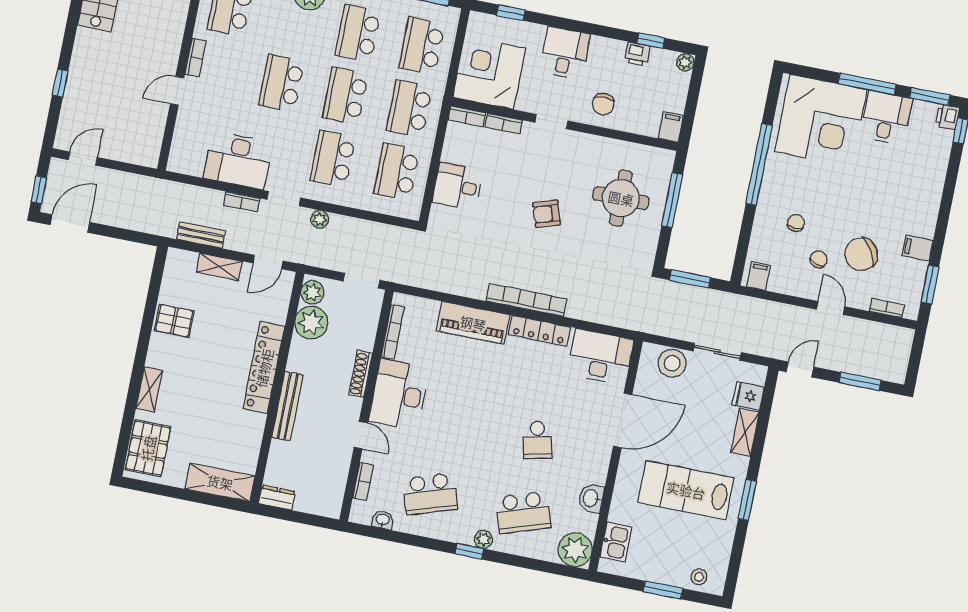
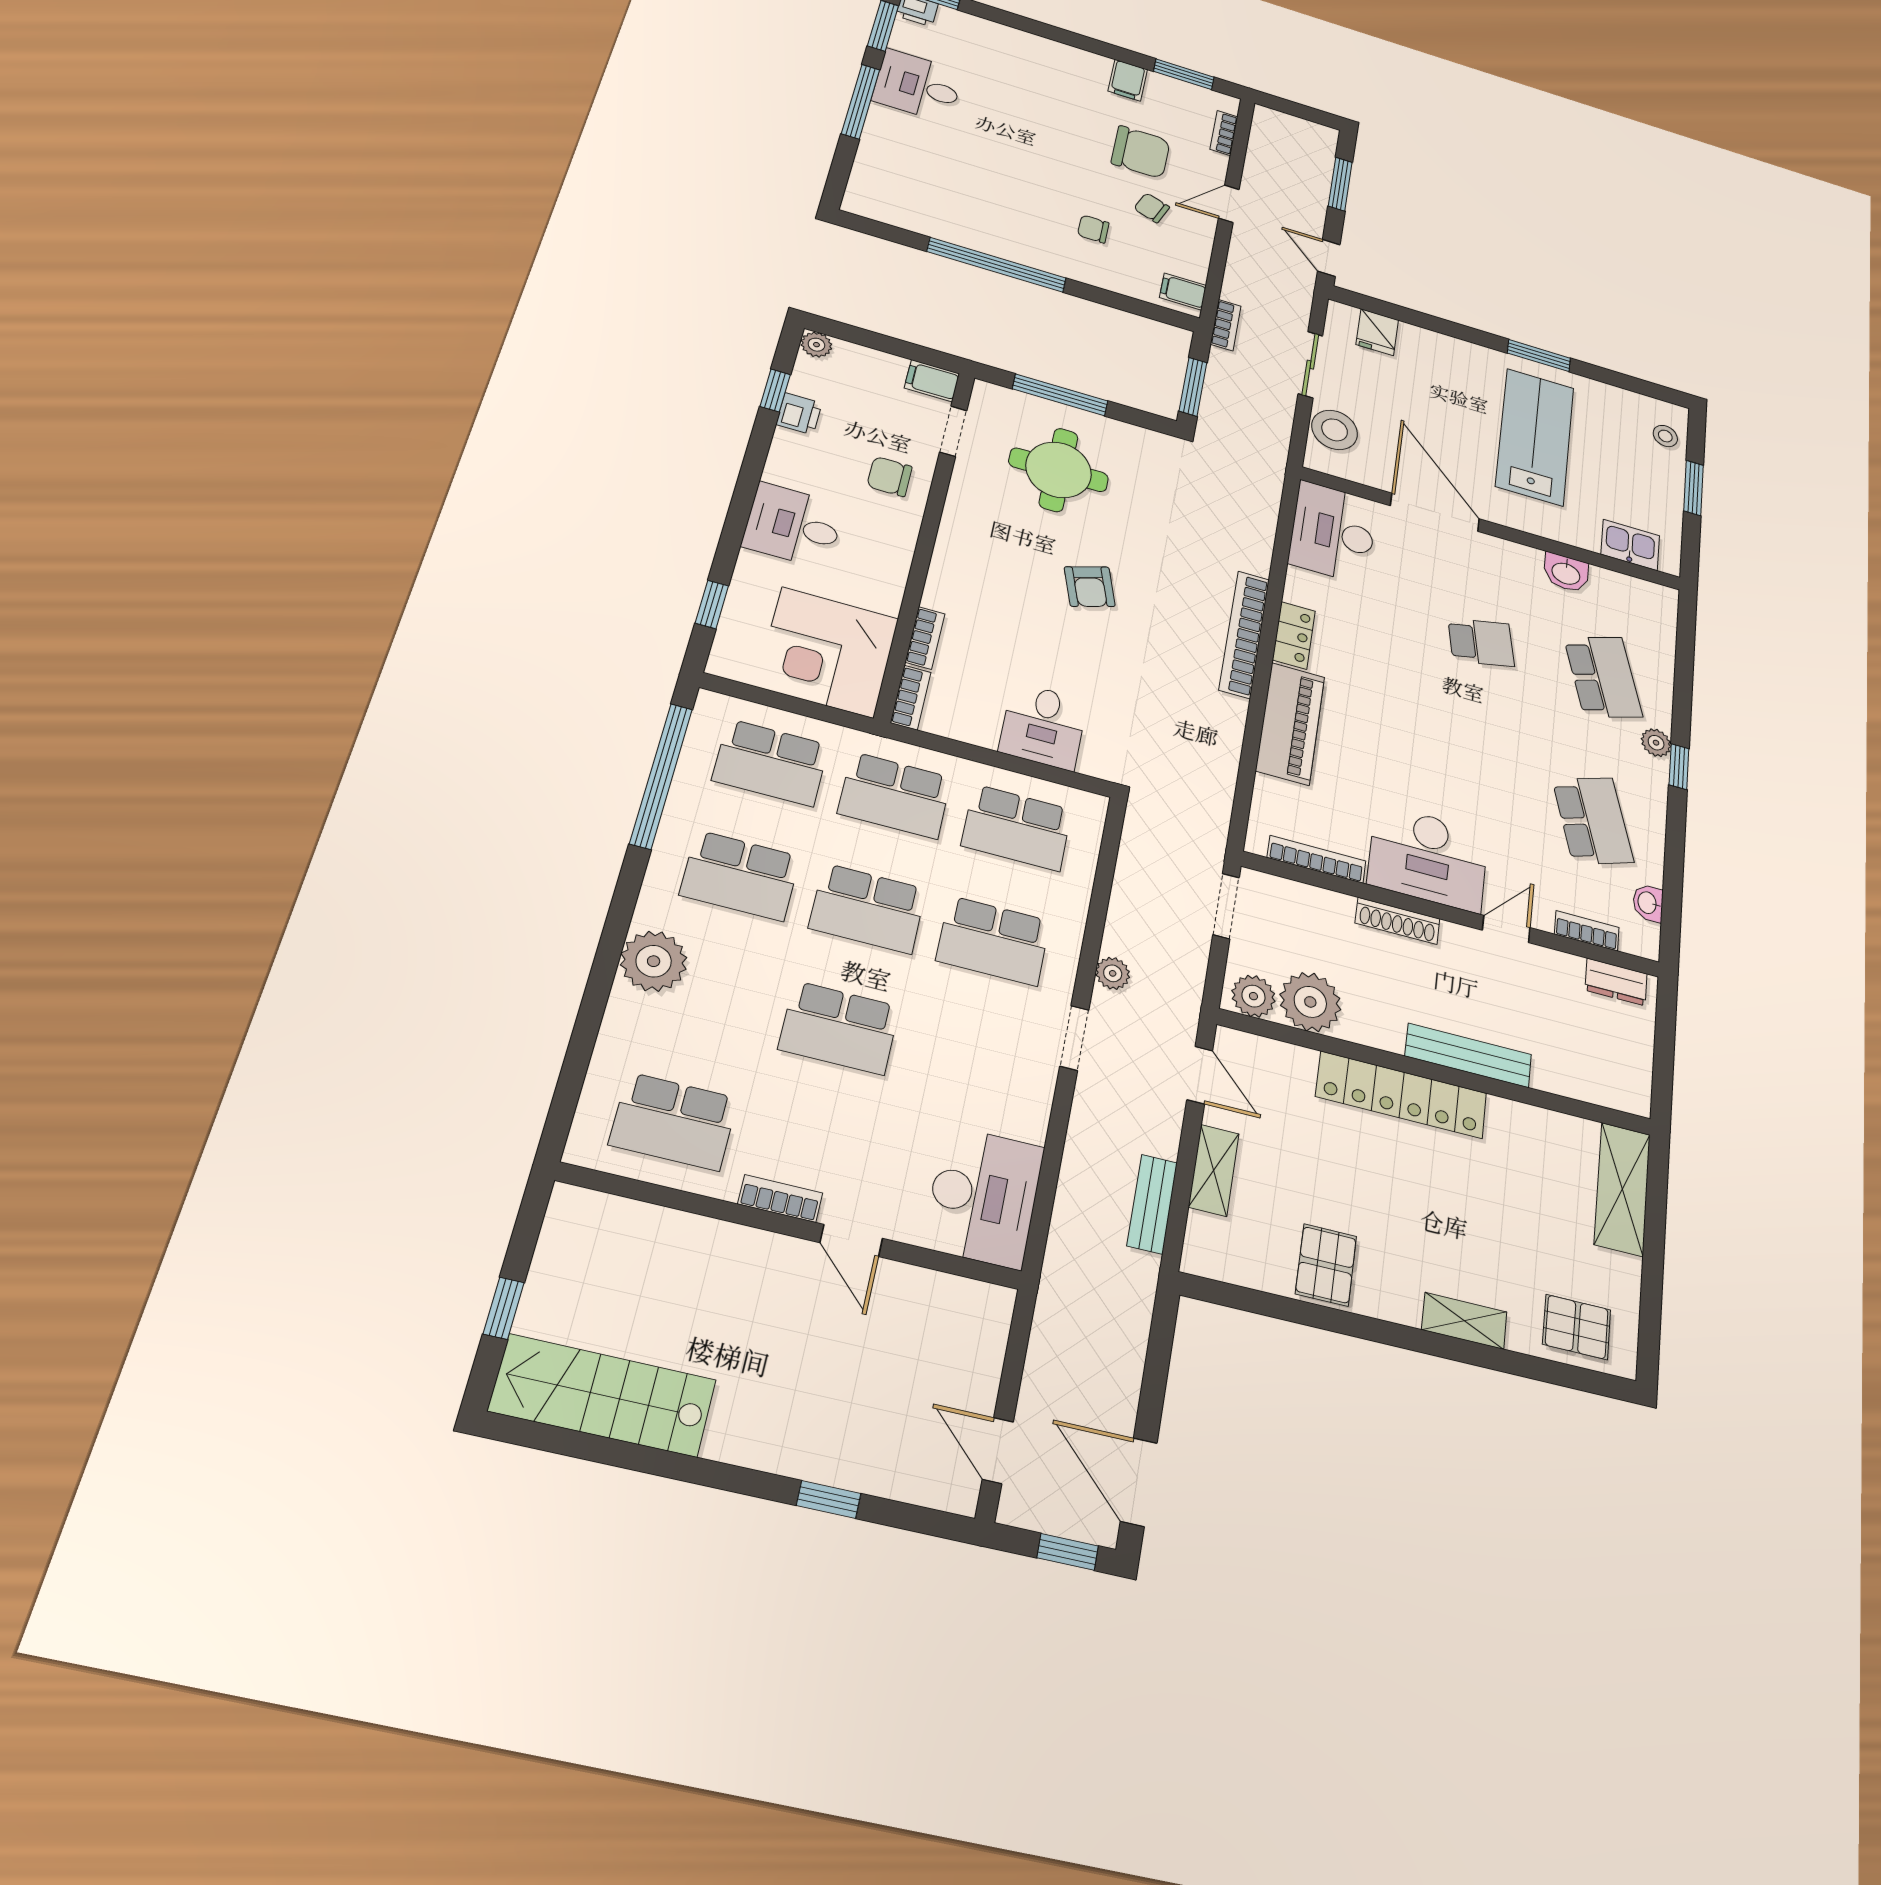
chair: (603, 104) -> (890, 476), turned 180
corner desk: (821, 120) -> (922, 171), removed
doorway: (552, 122) -> (953, 431), moved
desk: (238, 160) -> (983, 1197), moved
bookcase: (242, 202) -> (1226, 325), moved
chair: (861, 254) -> (1141, 152), turned -59
locker: (539, 331) -> (1294, 635), width x0.66
shelving: (745, 432) -> (1435, 344), removed
pallet: (148, 448) -> (1577, 1327), width x0.67, depth x0.71
lab bench: (686, 490) -> (1535, 437), turned 180
dresser: (277, 498) -> (1616, 982), moved, turned -90
plant: (575, 550) -> (1651, 605), removed

